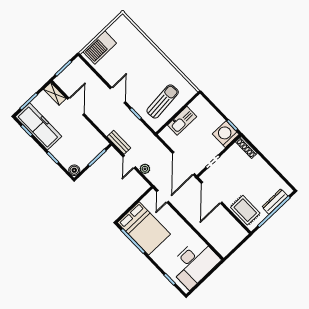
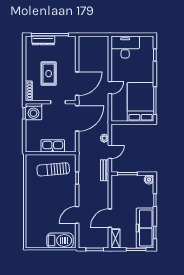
door: (118, 95) -> (77, 215), moved
door: (163, 196) -> (110, 88), moved
rug: (245, 210) -> (49, 74), moved
desk: (194, 263) -> (125, 47), width x0.73, depth x0.77

